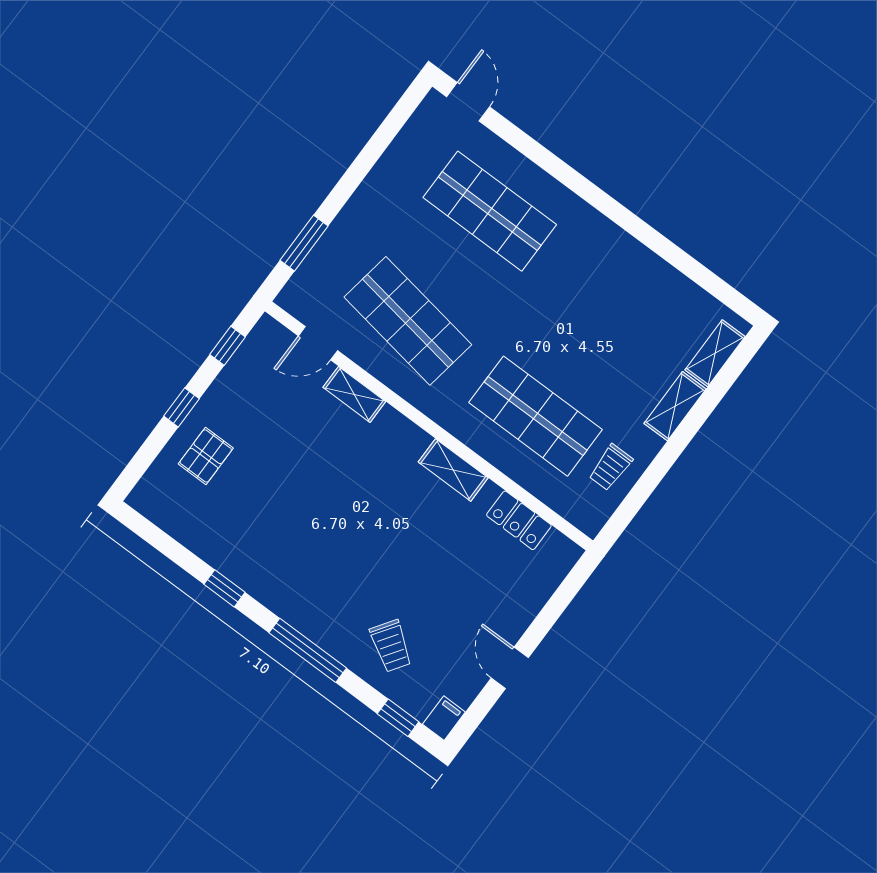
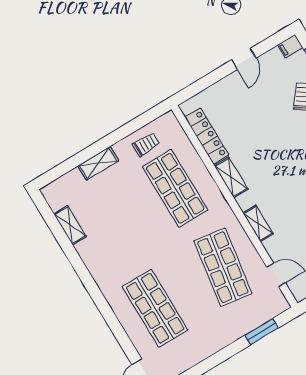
shelving: (715, 353) -> (70, 225), moved, turned 90
shelving: (354, 394) -> (258, 223), moved
locker: (519, 520) -> (207, 136), width x1.53

